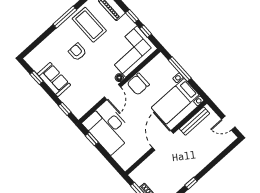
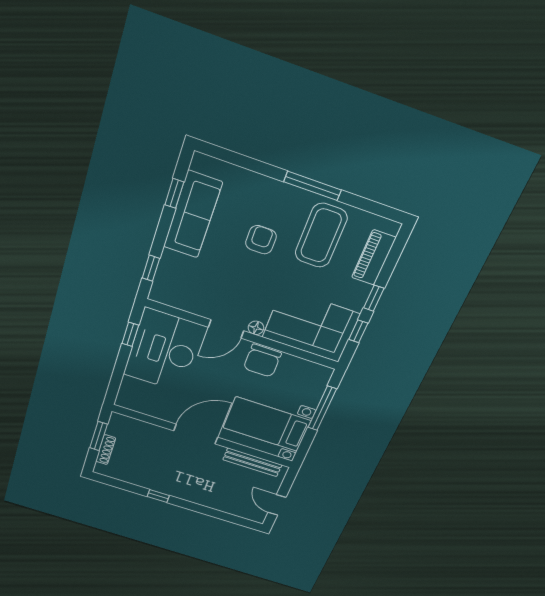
sofa: (54, 79) -> (193, 215), width x1.36
chair: (138, 84) -> (262, 361), turned -90

